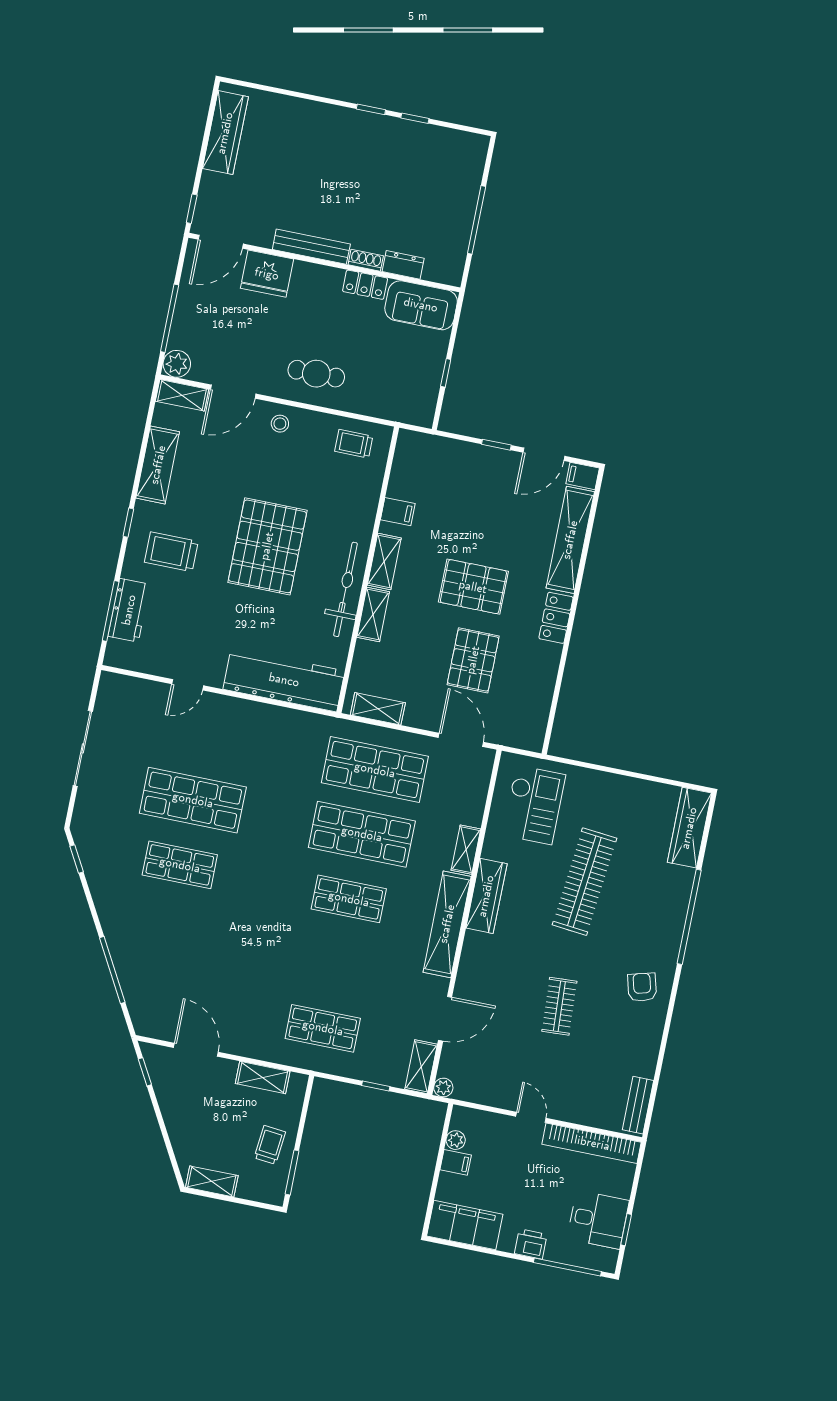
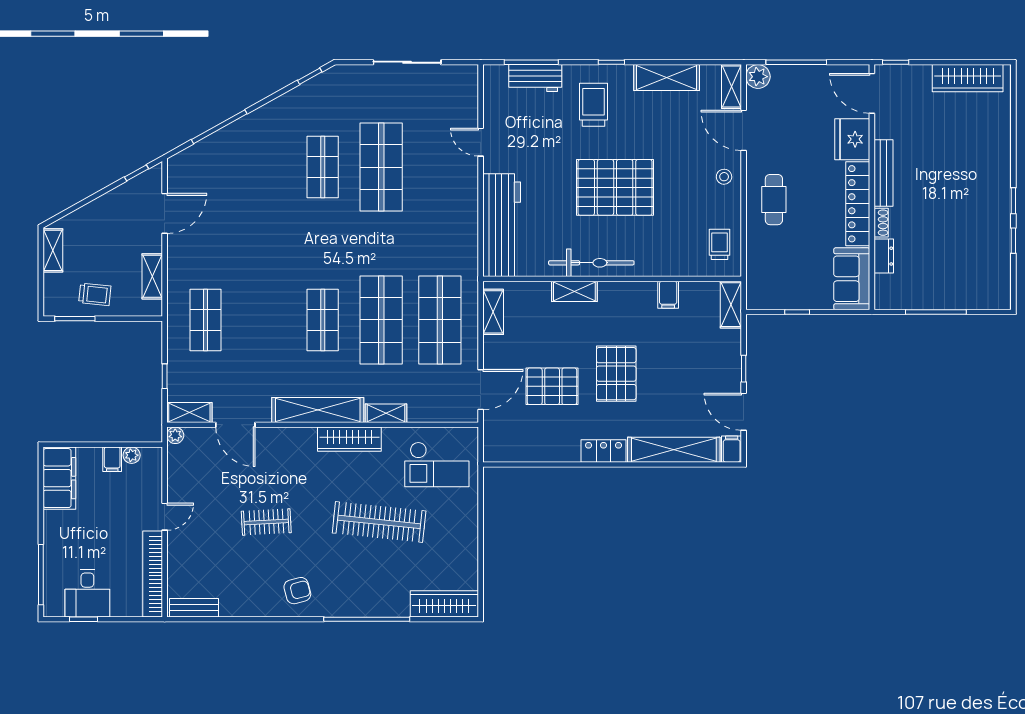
locker: (365, 285) -> (858, 204), width x2.16, depth x1.21
shelving: (384, 561) -> (731, 305), moved, turned 90
printer: (531, 1244) -> (54, 539), removed

